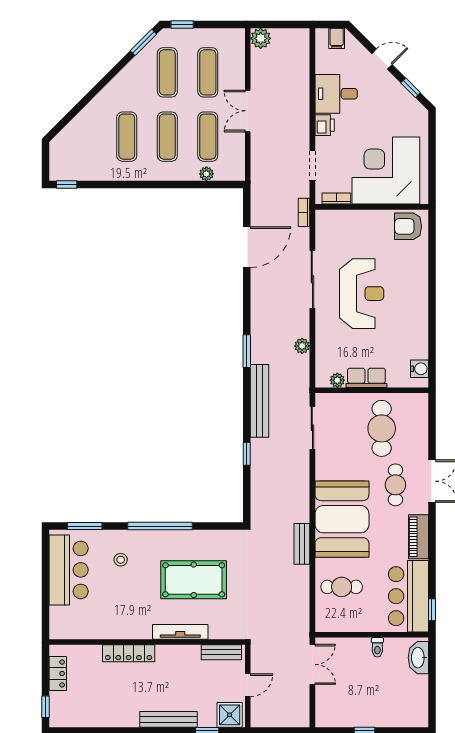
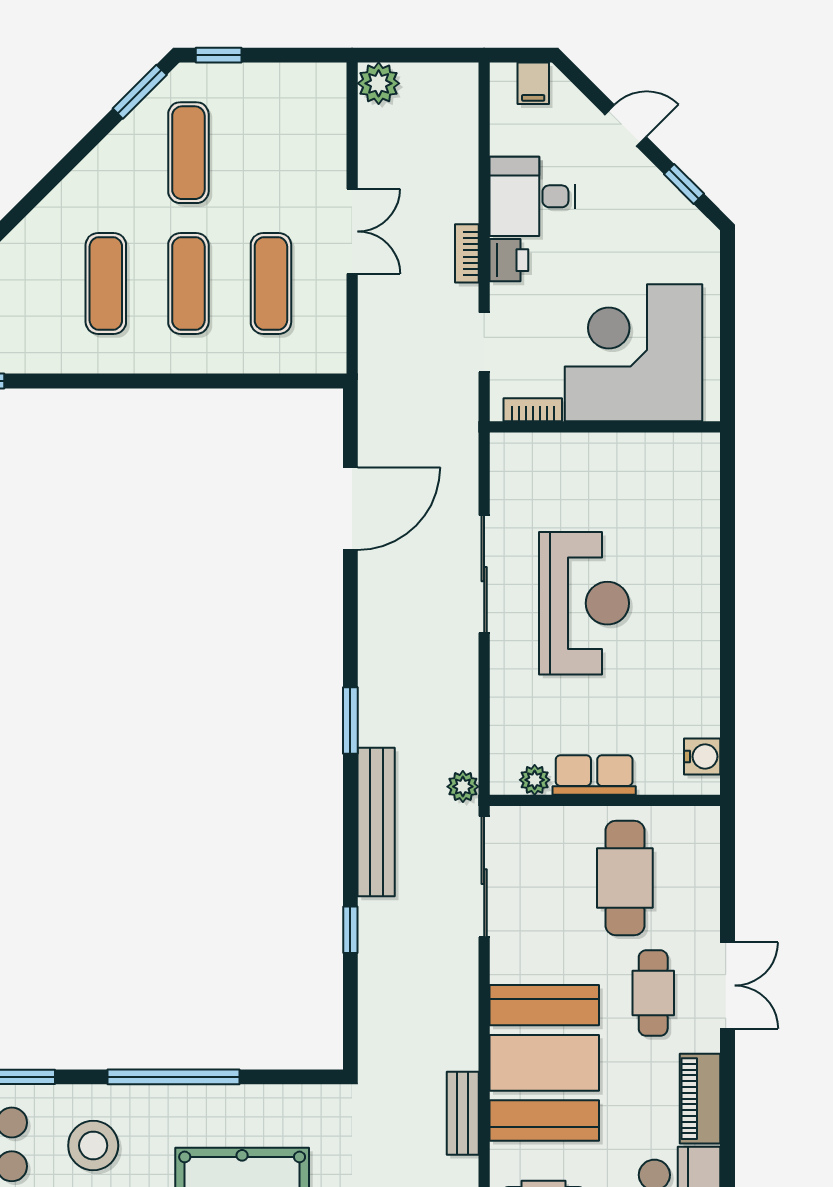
exercise mat: (208, 72) -> (271, 153), removed
double door: (248, 111) -> (352, 231), swing flipped
plant: (206, 174) -> (268, 359), removed
bookcase: (304, 212) -> (467, 253), moved
armchair: (408, 226) -> (679, 466), removed
plant: (302, 346) -> (463, 787), moved
sliding door: (312, 428) -> (484, 877), width x1.37
stool: (121, 560) -> (93, 1146), width x1.89, depth x1.89

